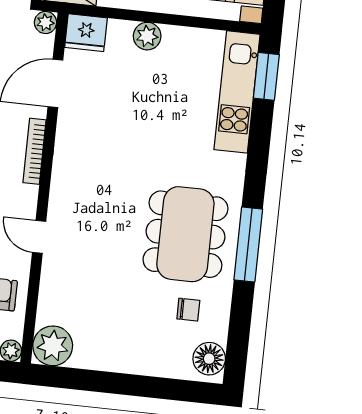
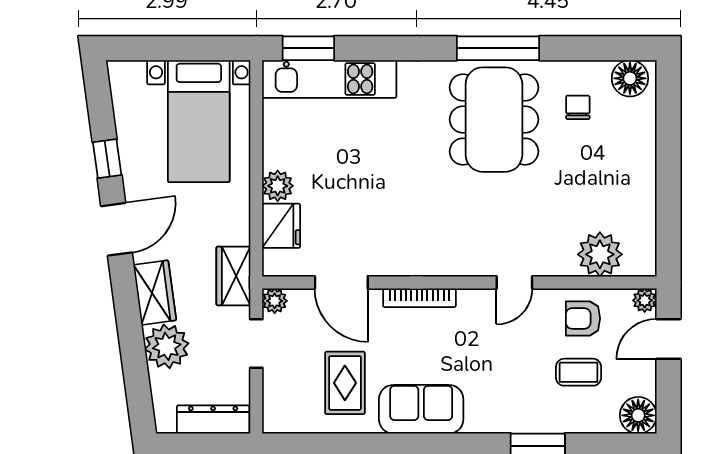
fridge: (86, 33) -> (281, 226), moved
dining table: (185, 234) -> (494, 120), turned 90
plant: (53, 346) -> (600, 254), moved

